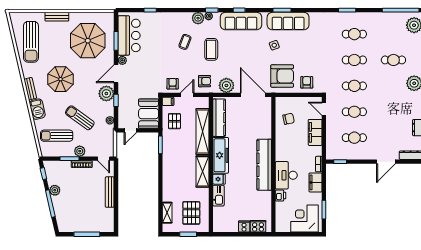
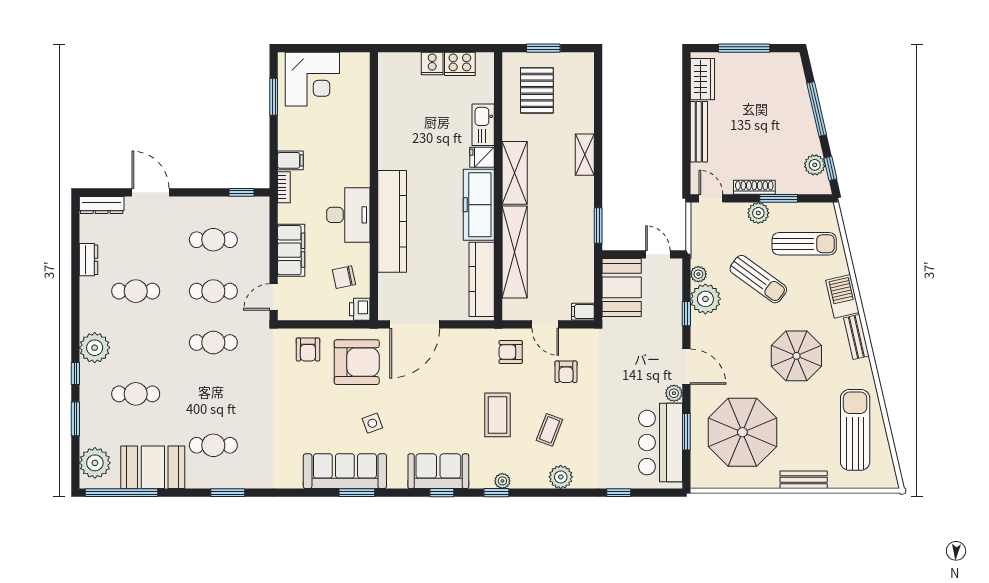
plant: (198, 18) -> (561, 477), moved
sofa: (241, 21) -> (438, 471), width x0.73
booth: (385, 23) -> (153, 467), added
cafe table: (354, 60) -> (136, 291), moved
door: (116, 74) -> (686, 367), hinge flipped
armchair: (282, 76) -> (357, 362), turned 180
armchair: (173, 84) -> (566, 372), moved
plant: (226, 85) -> (467, 343), removed
plant: (106, 94) -> (705, 299), moved
door: (187, 95) -> (545, 324), hinge flipped
door: (253, 95) -> (415, 324), hinge flipped
door: (324, 109) -> (274, 297), swing flipped
pallet: (174, 121) -> (570, 273), removed
door: (130, 130) -> (658, 254), hinge flipped
door: (386, 162) -> (151, 192), hinge flipped
kitchen counter: (264, 165) -> (392, 221), moved
desk: (286, 175) -> (348, 215), moved
filing cabinet: (315, 182) -> (290, 160), width x0.50
plant: (55, 190) -> (815, 165), moved
printer: (281, 196) -> (360, 309), moved
shelving: (167, 213) -> (585, 155), moved
wardrobe: (108, 219) -> (702, 79), added
cooker: (258, 226) -> (460, 64), moved

